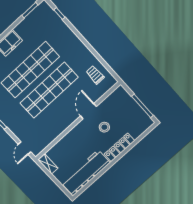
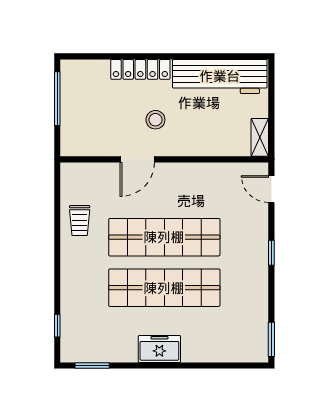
trolley: (95, 75) -> (80, 220), moved
stool: (104, 127) -> (155, 120), moved
door: (24, 148) -> (271, 189), swing flipped

